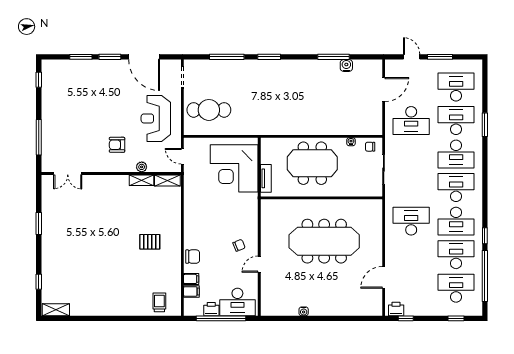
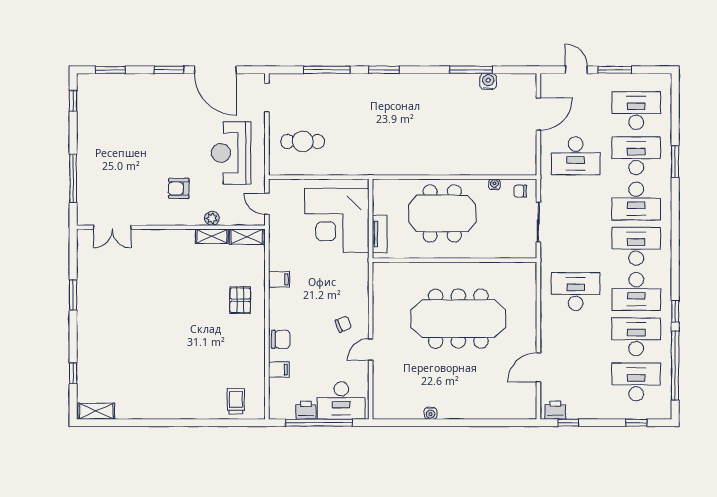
window: (81, 57) -> (110, 70), moved
cafe table: (209, 110) -> (303, 142), width x0.73, depth x0.74
pallet: (150, 242) -> (240, 300), moved, turned 90
filing cabinet: (191, 291) -> (279, 279), moved

